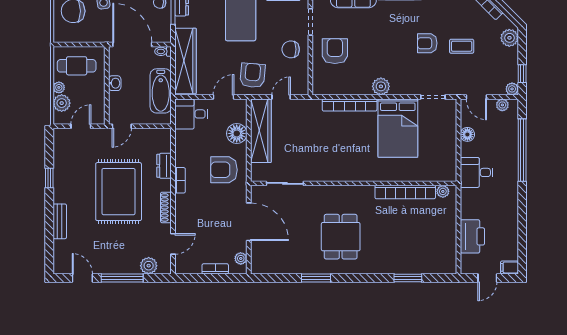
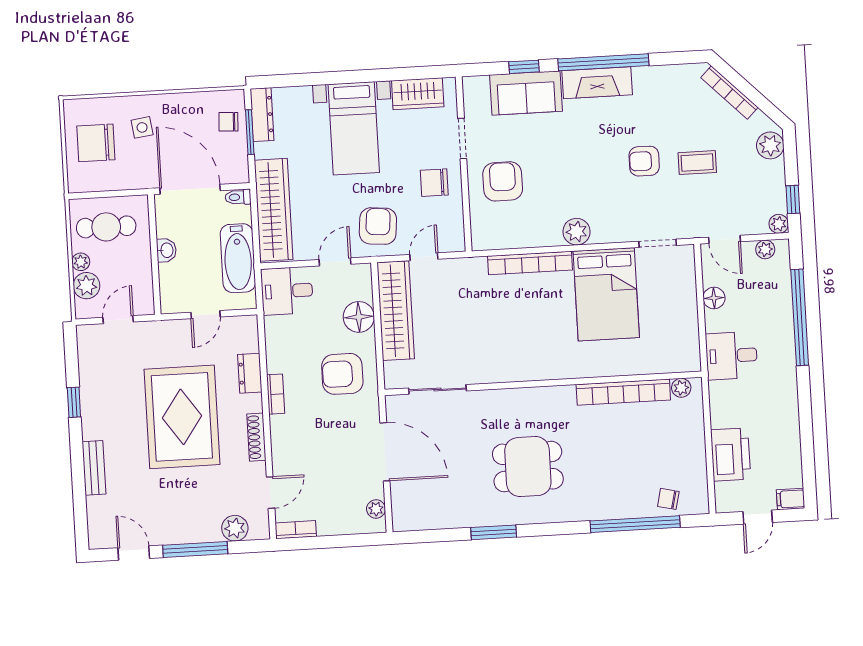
door: (122, 126) -> (205, 315), moved
dining table: (341, 237) -> (528, 467), turned 90
chair: (430, 263) -> (668, 499), added
bookcase: (215, 269) -> (296, 530), moved
window: (408, 278) -> (635, 524), width x2.11

